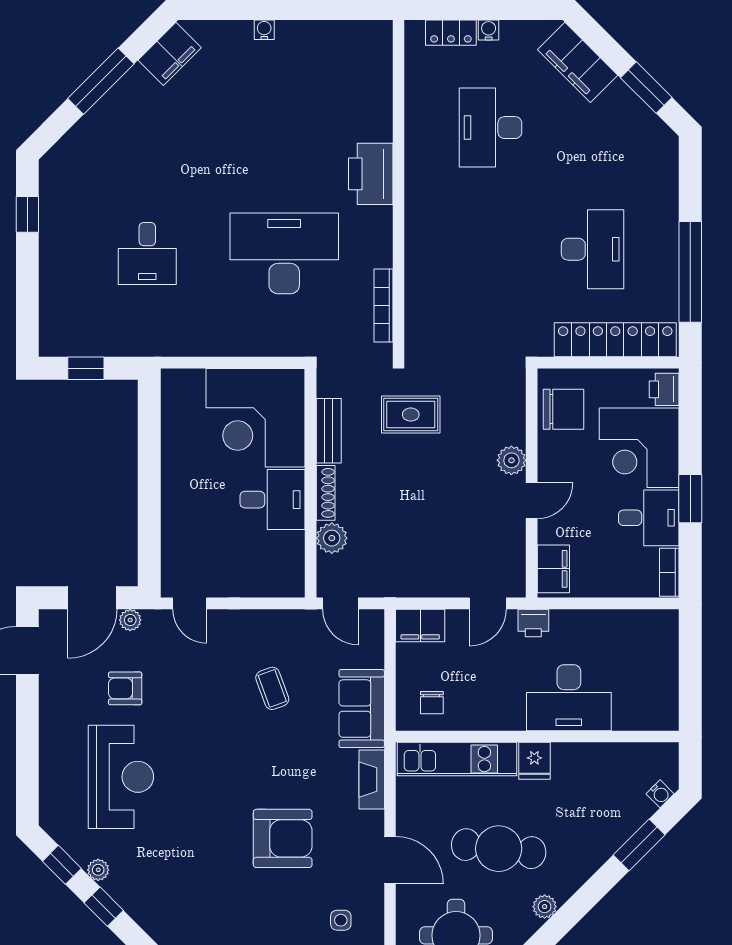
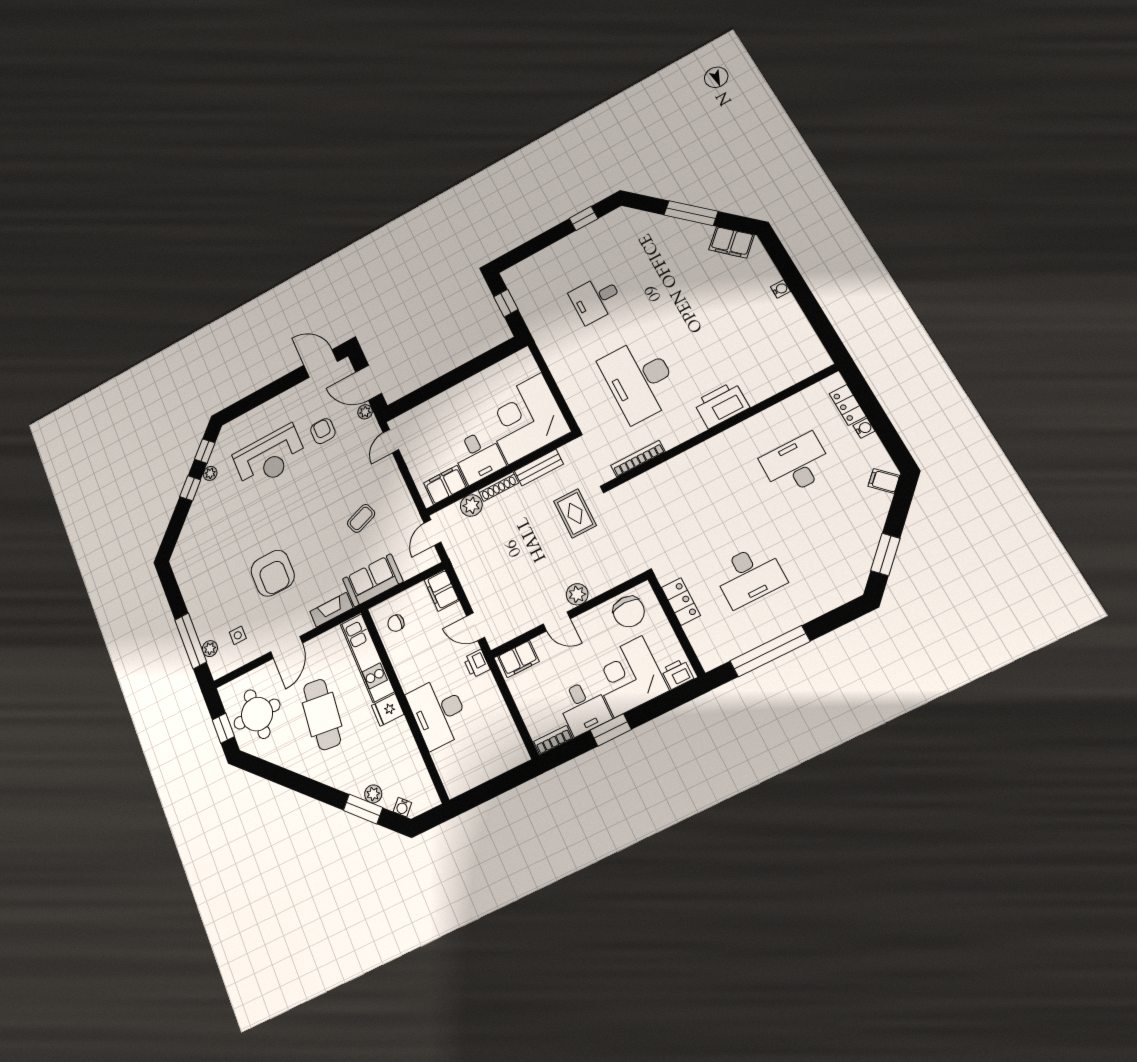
filing cabinet: (578, 62) -> (884, 481), width x0.33, depth x0.86
desk: (284, 253) -> (640, 380), turned 180
locker: (615, 340) -> (681, 601), width x0.46, depth x0.83
filing cabinet: (287, 559) -> (445, 485), added
plant: (545, 907) -> (373, 794), moved

